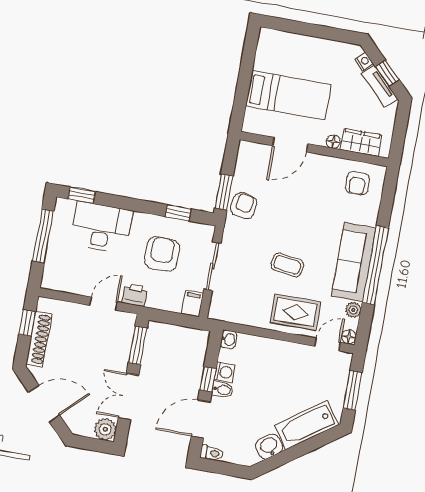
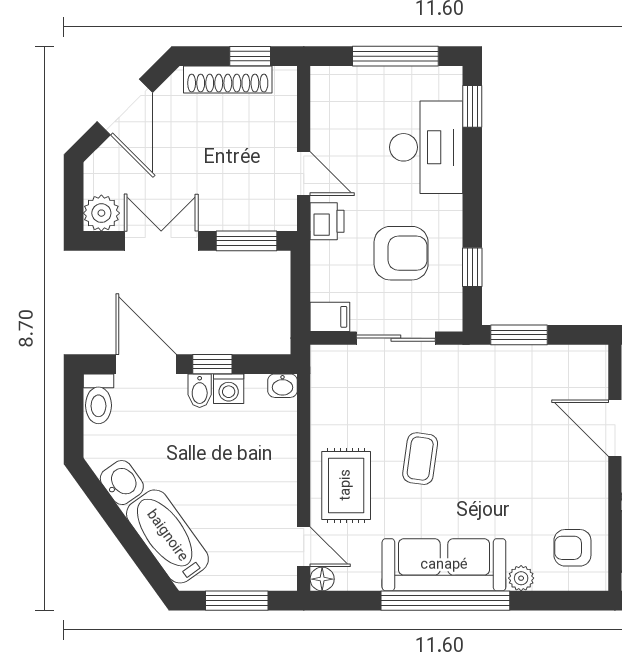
armchair: (244, 206) -> (503, 371), removed
plant: (353, 310) -> (521, 578), moved
toilet: (212, 453) -> (98, 399), width x1.37, depth x1.39

